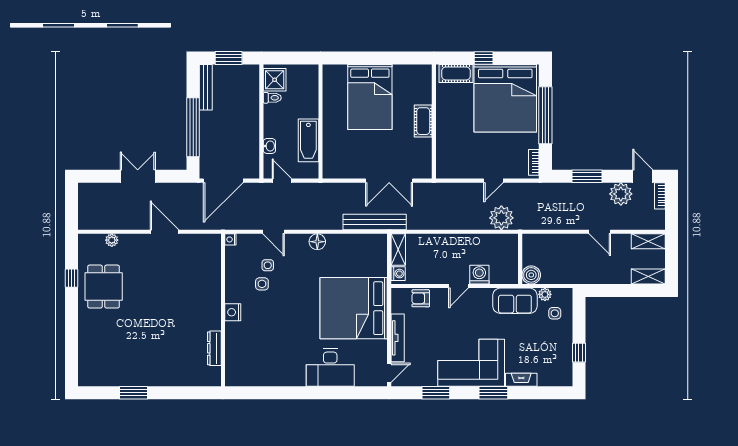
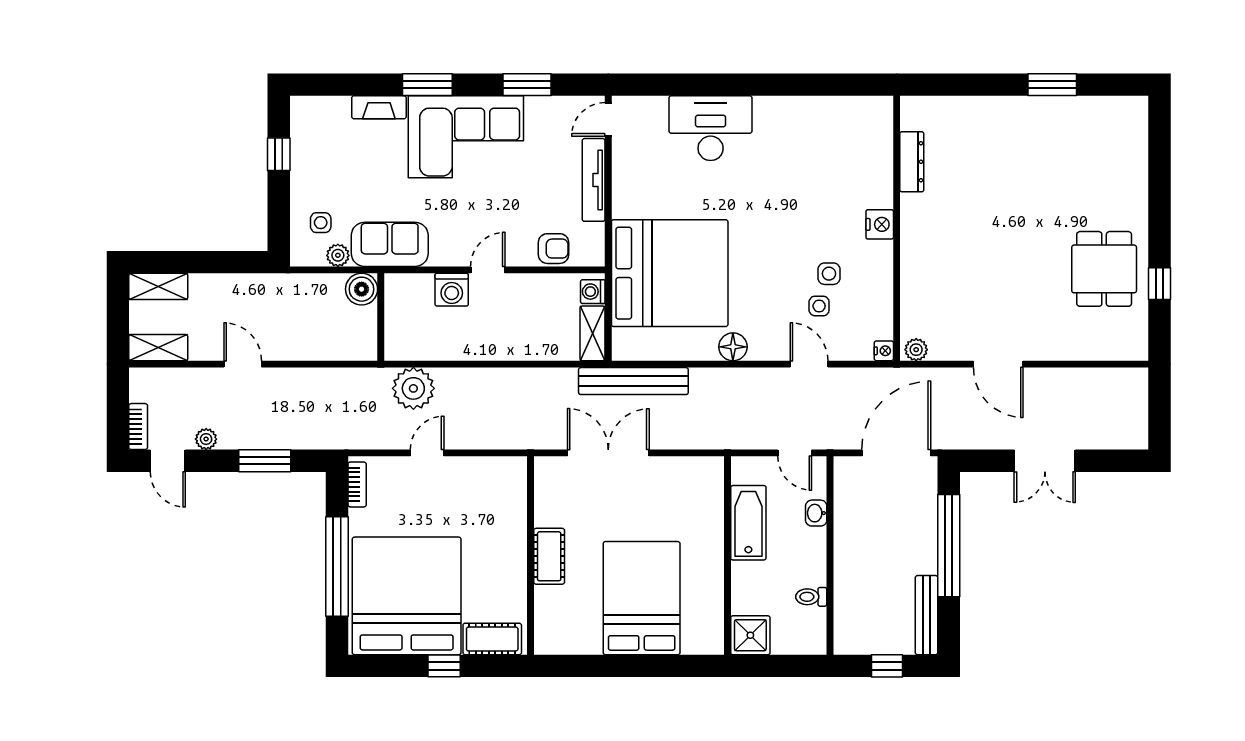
window: (229, 58) -> (887, 666), width x0.67
shower: (275, 80) -> (750, 635), moved
plant: (621, 194) -> (206, 439), width x0.53, depth x0.53
plant: (112, 240) -> (916, 350), moved
bed: (354, 308) -> (670, 273), moved

